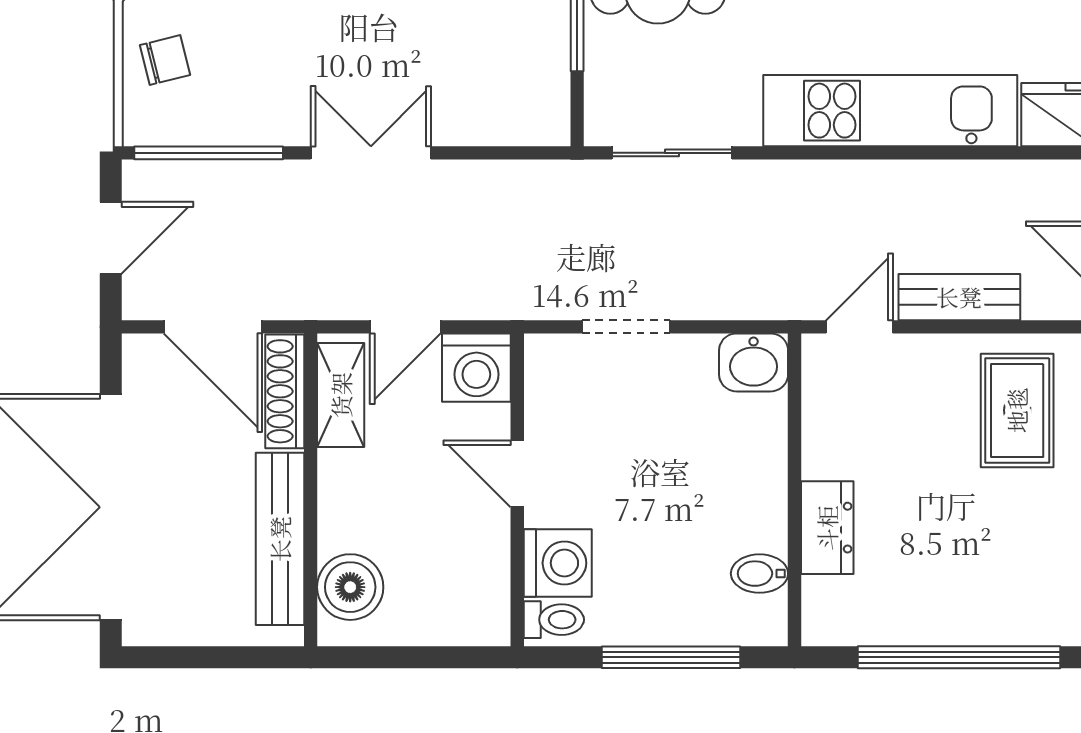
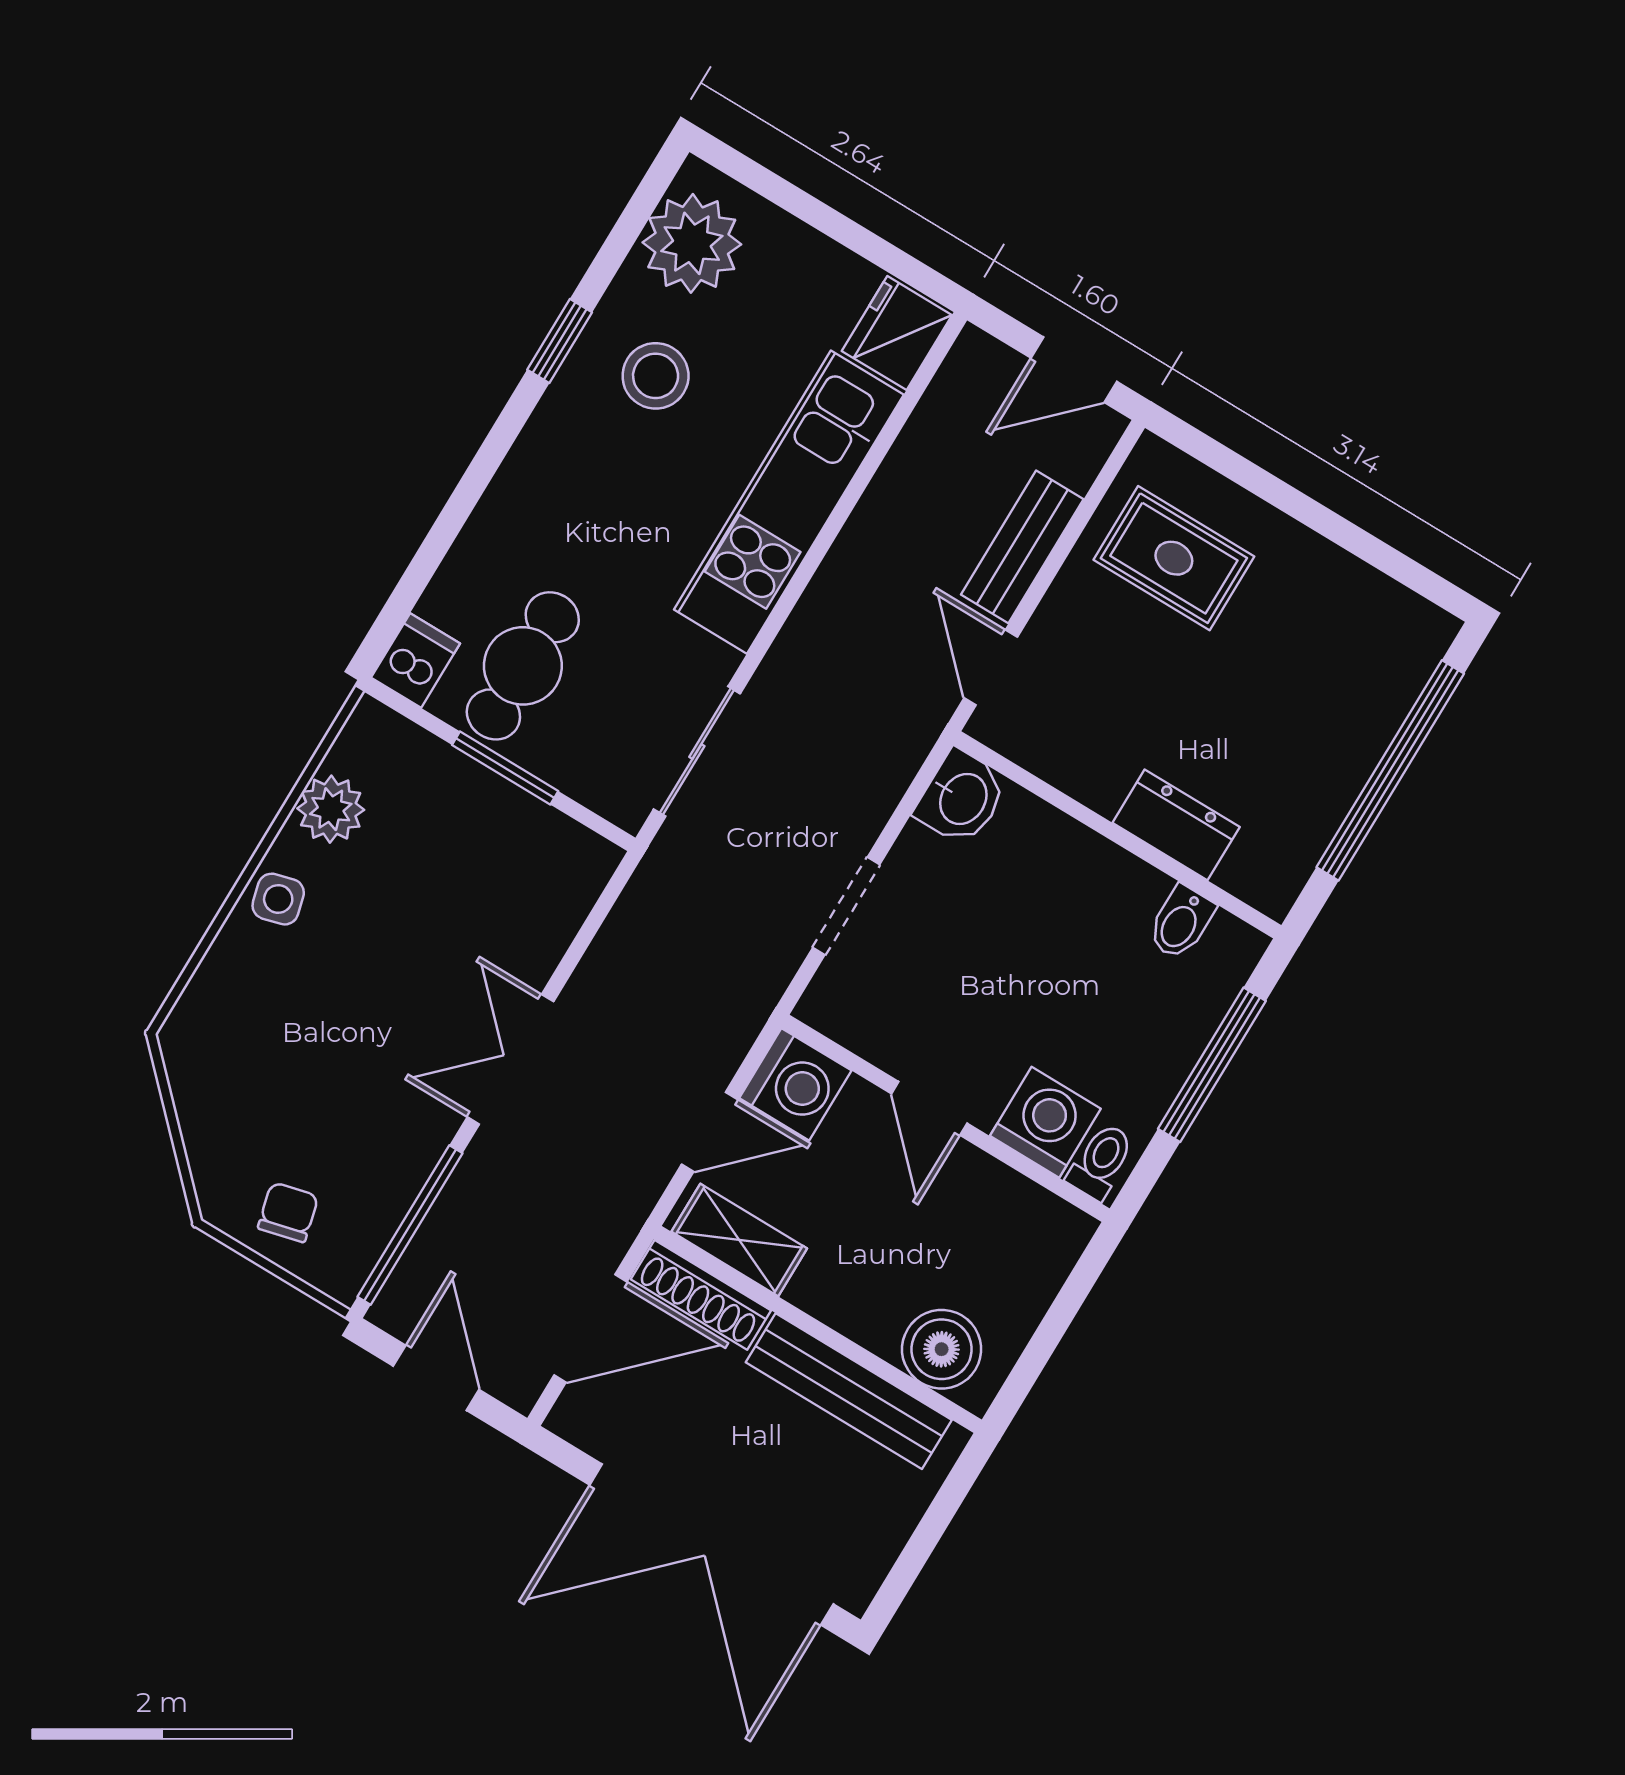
door: (405, 327) -> (710, 1132), hinge flipped
door: (517, 474) -> (929, 1108), hinge flipped

